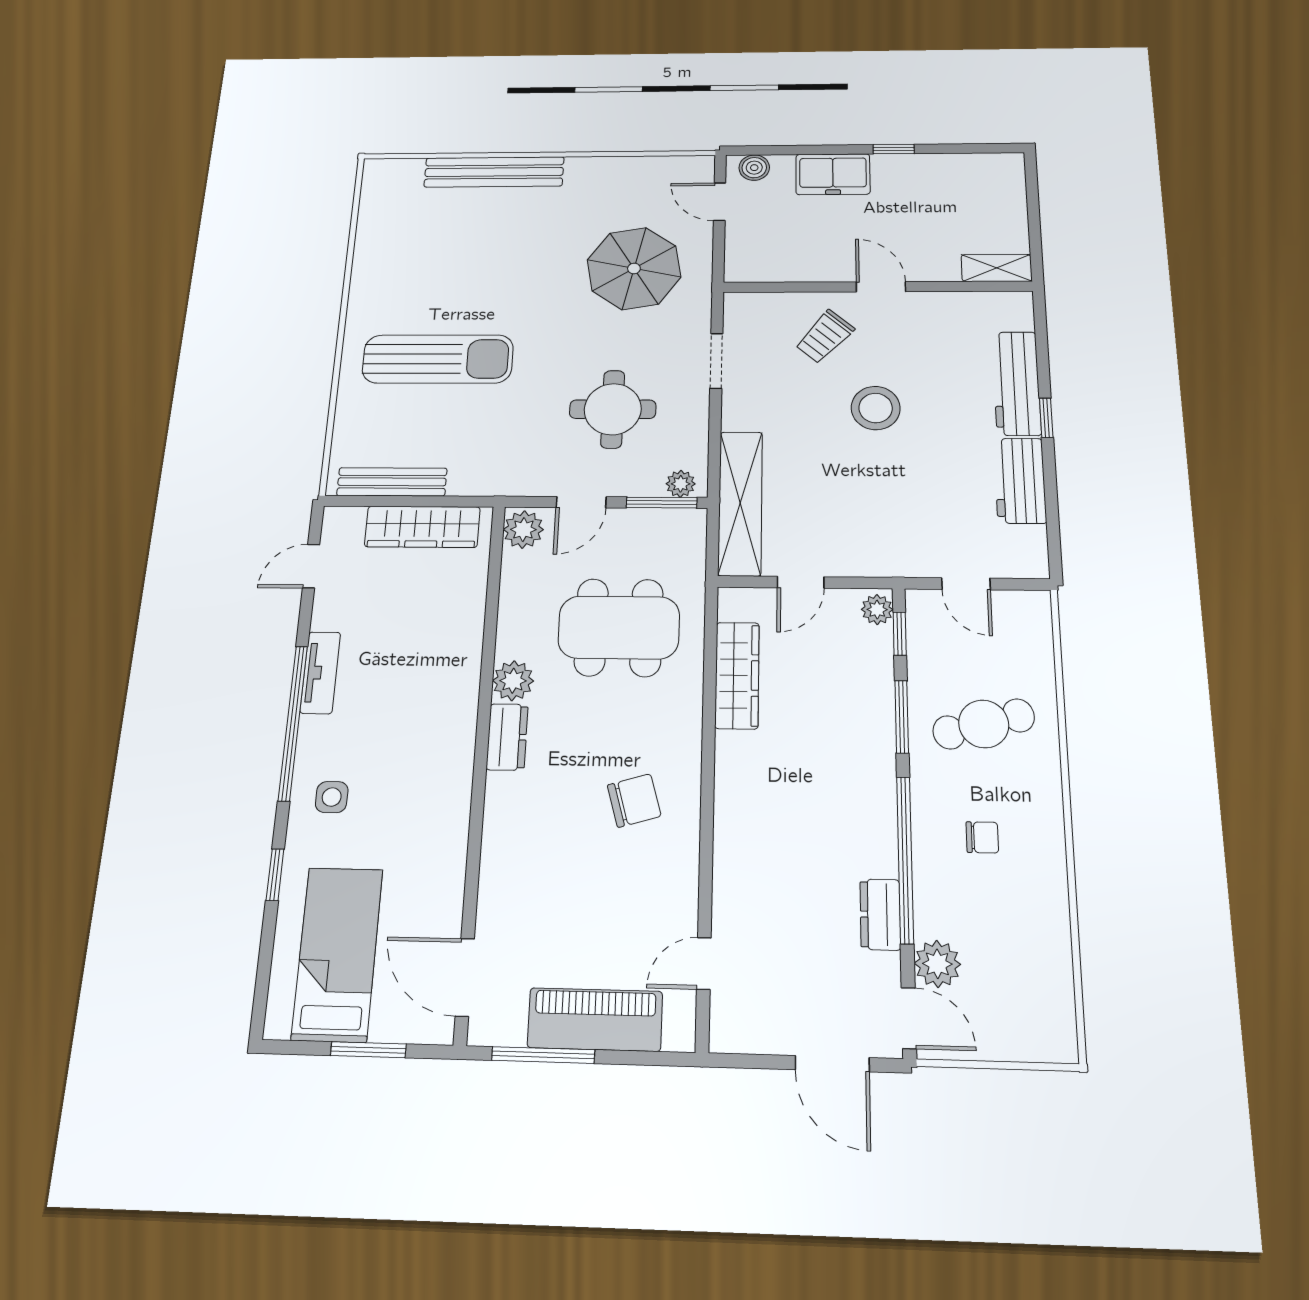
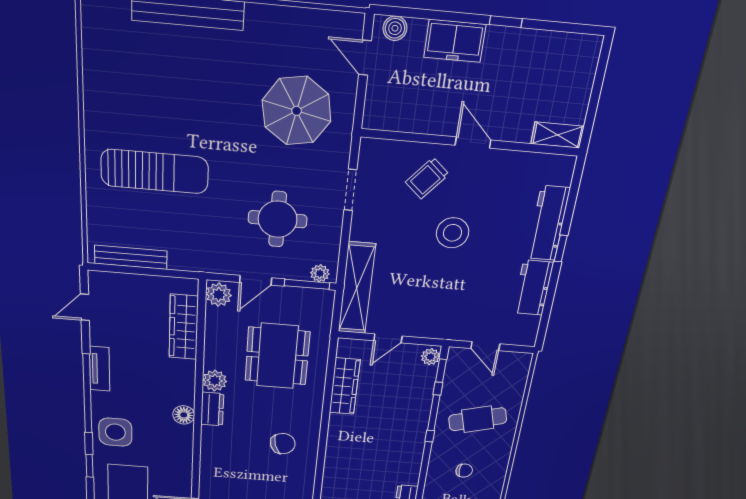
wardrobe: (422, 527) -> (184, 327), moved, turned 90
dining table: (619, 627) -> (277, 356), turned 90
floor lamp: (456, 752) -> (184, 415), added
side table: (332, 797) -> (115, 432), width x1.87, depth x1.87

